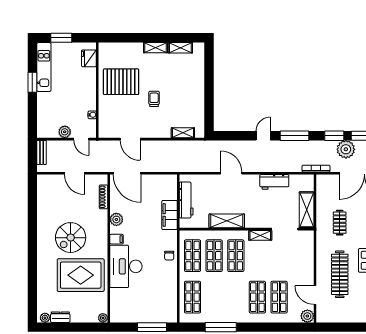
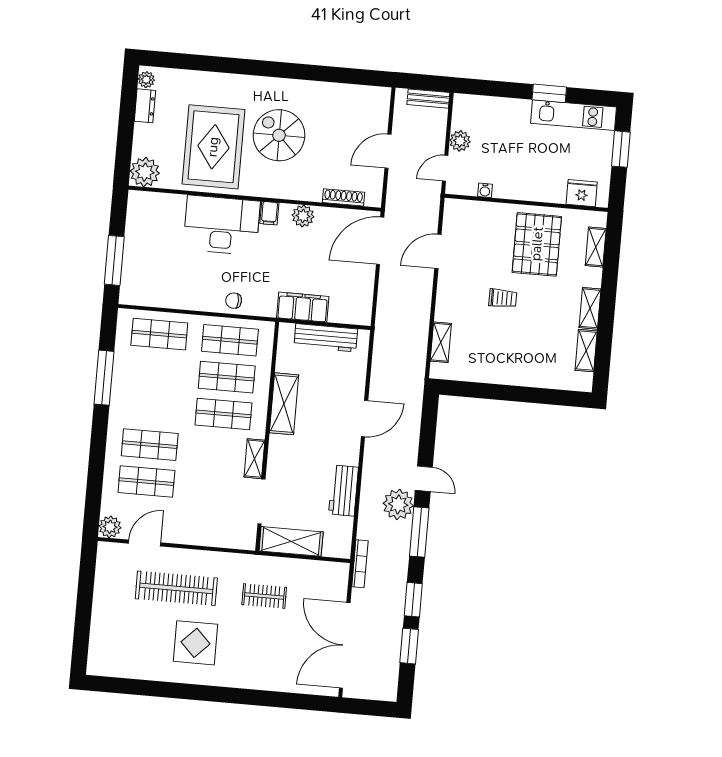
shelving: (120, 47) -> (596, 247), added
plant: (346, 149) -> (398, 504), moved
plant: (103, 318) -> (145, 172), width x1.88, depth x1.88

